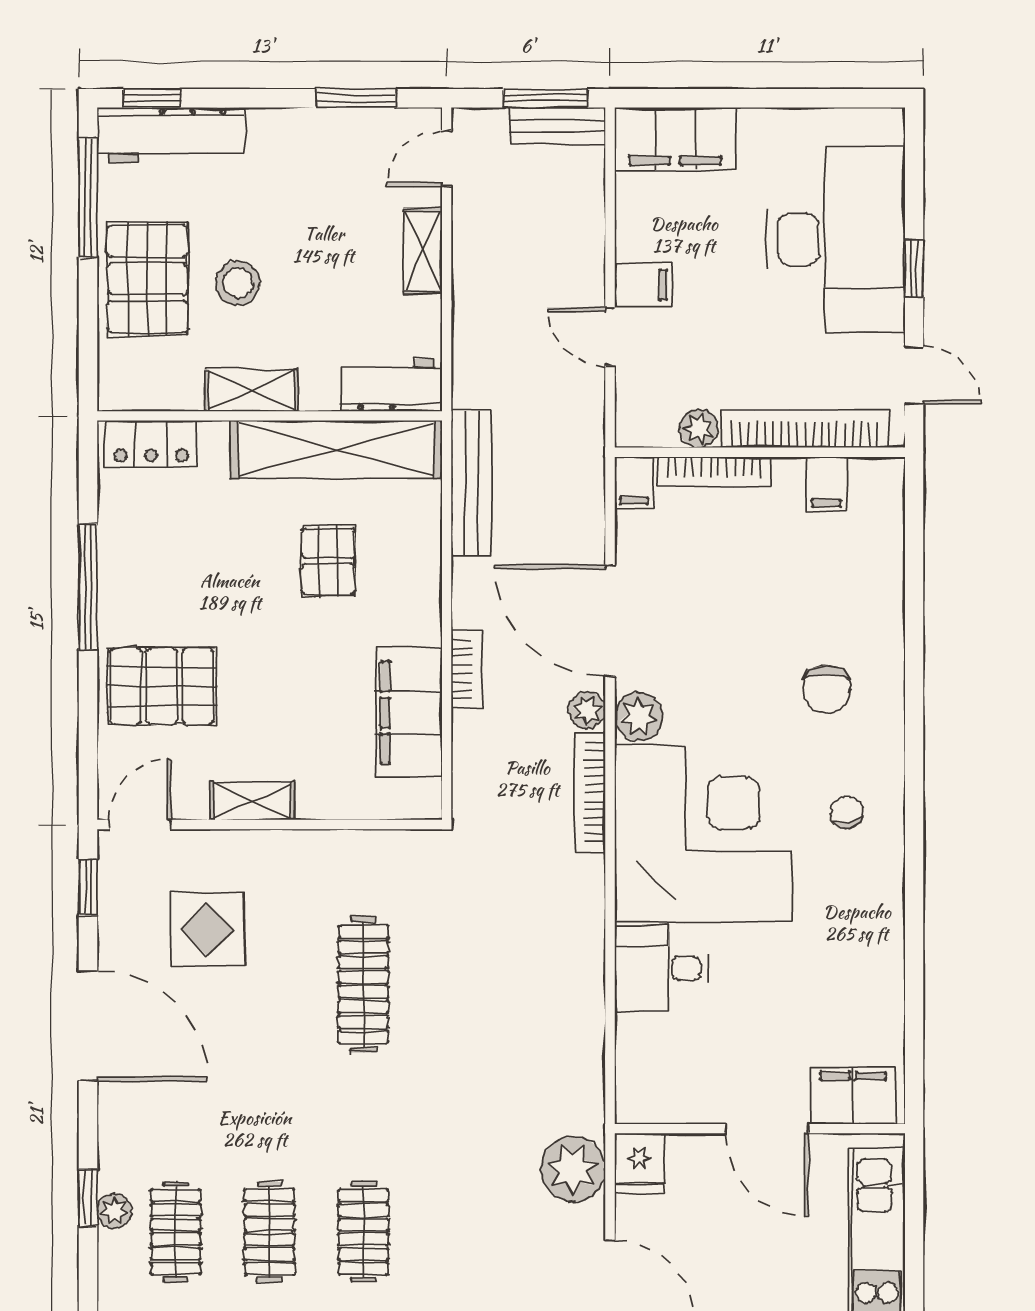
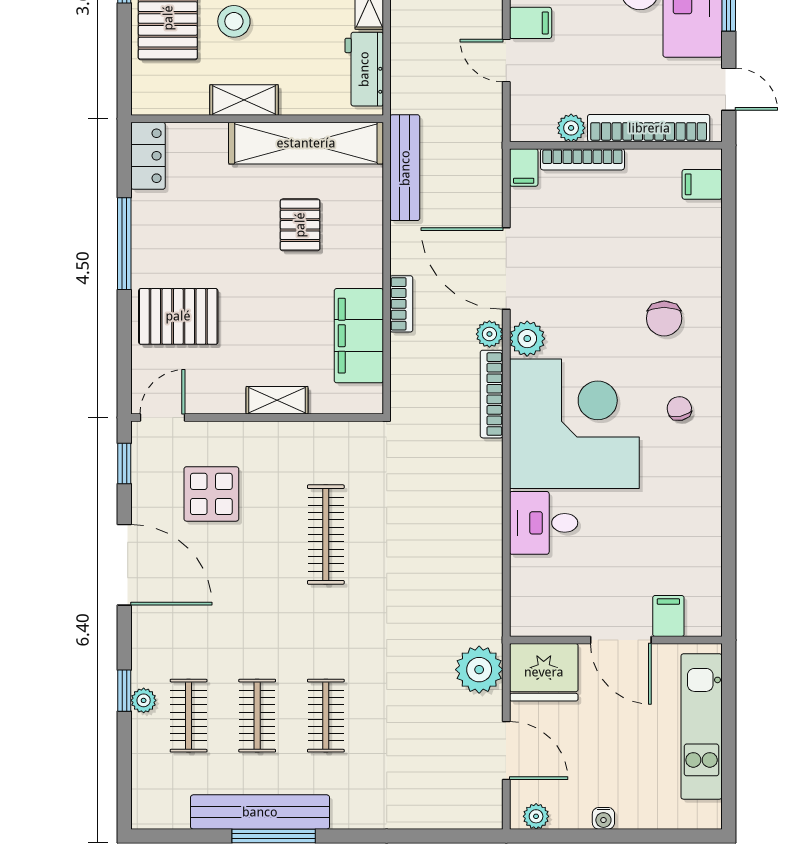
workbench: (391, 385) -> (364, 69), moved, turned -90
locker: (151, 444) -> (148, 156), moved, turned -90
filing cabinet: (826, 484) -> (702, 184), moved, turned 90
shelving: (252, 801) -> (277, 400), moved
filing cabinet: (853, 1096) -> (668, 616), width x0.50
fridge: (639, 1163) -> (544, 672), width x1.88, depth x1.34

